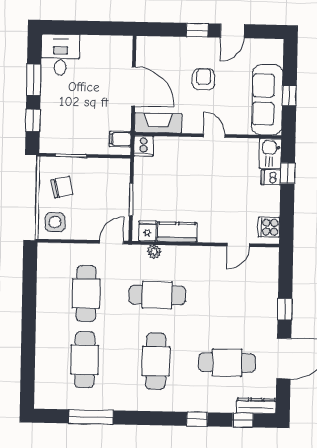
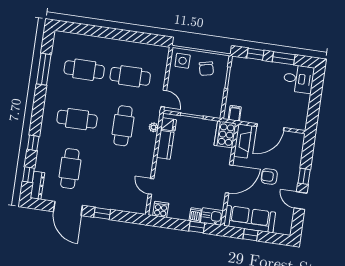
armchair: (204, 79) -> (269, 176), turned 180
door: (214, 136) -> (229, 179), width x1.87
cooker: (144, 146) -> (225, 134), width x1.87, depth x1.31

